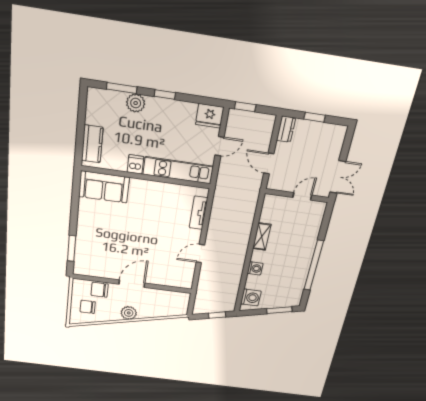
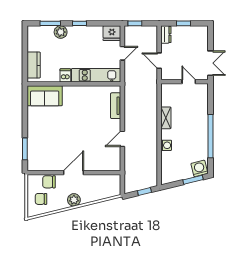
door: (302, 196) -> (189, 82), hinge flipped
washing machine: (251, 297) -> (199, 168), moved, turned -104

